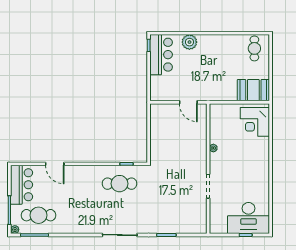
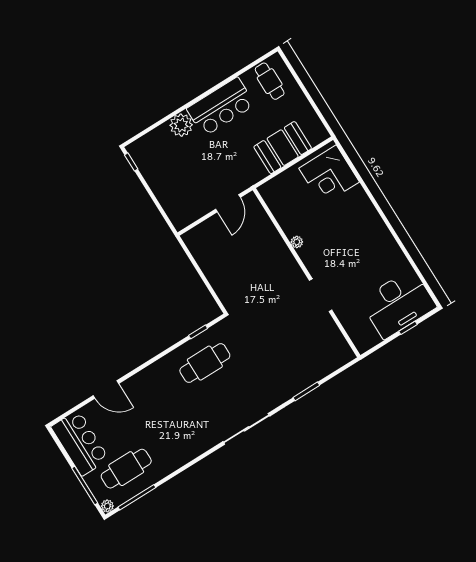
bar counter: (161, 55) -> (221, 107), moved, turned 90
booth: (253, 90) -> (283, 148), moved
door: (188, 102) -> (228, 203), hinge flipped

